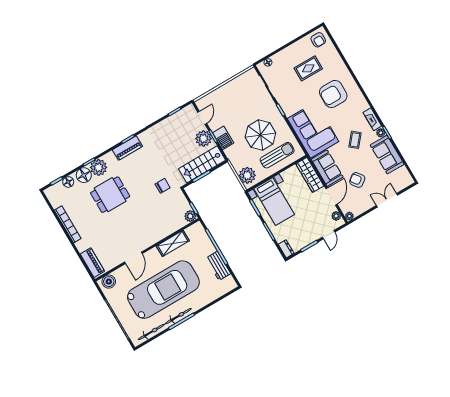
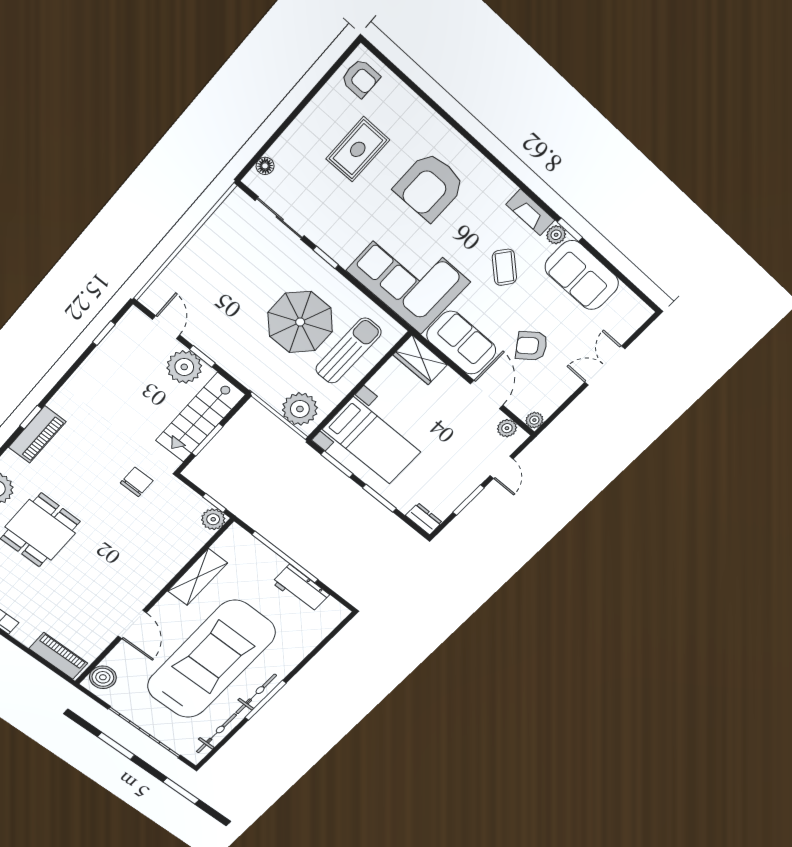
barbecue: (223, 138) -> (224, 353), removed
wardrobe: (310, 175) -> (420, 360), width x0.67

